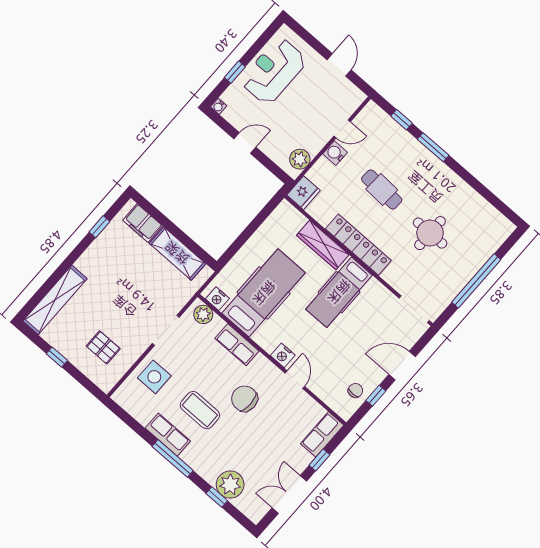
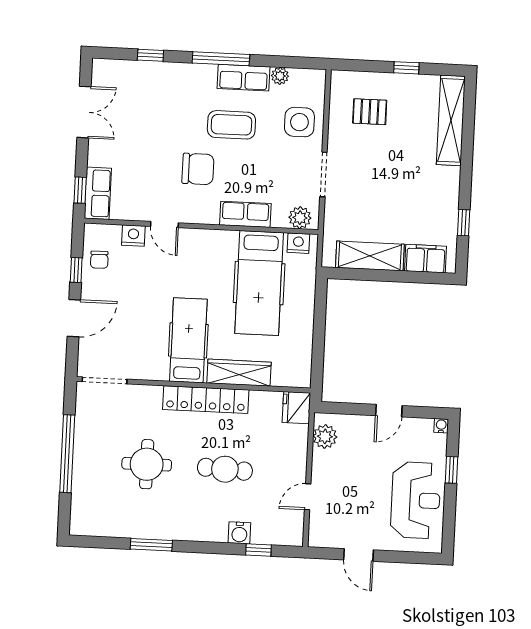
window: (433, 147) -> (151, 545), moved
water cooler: (335, 153) -> (239, 533), moved, turned 90
nightstand: (283, 355) -> (133, 236), moved
window: (319, 460) -> (80, 190), moved
plant: (230, 485) -> (280, 76), moved, width x0.53, depth x0.53

